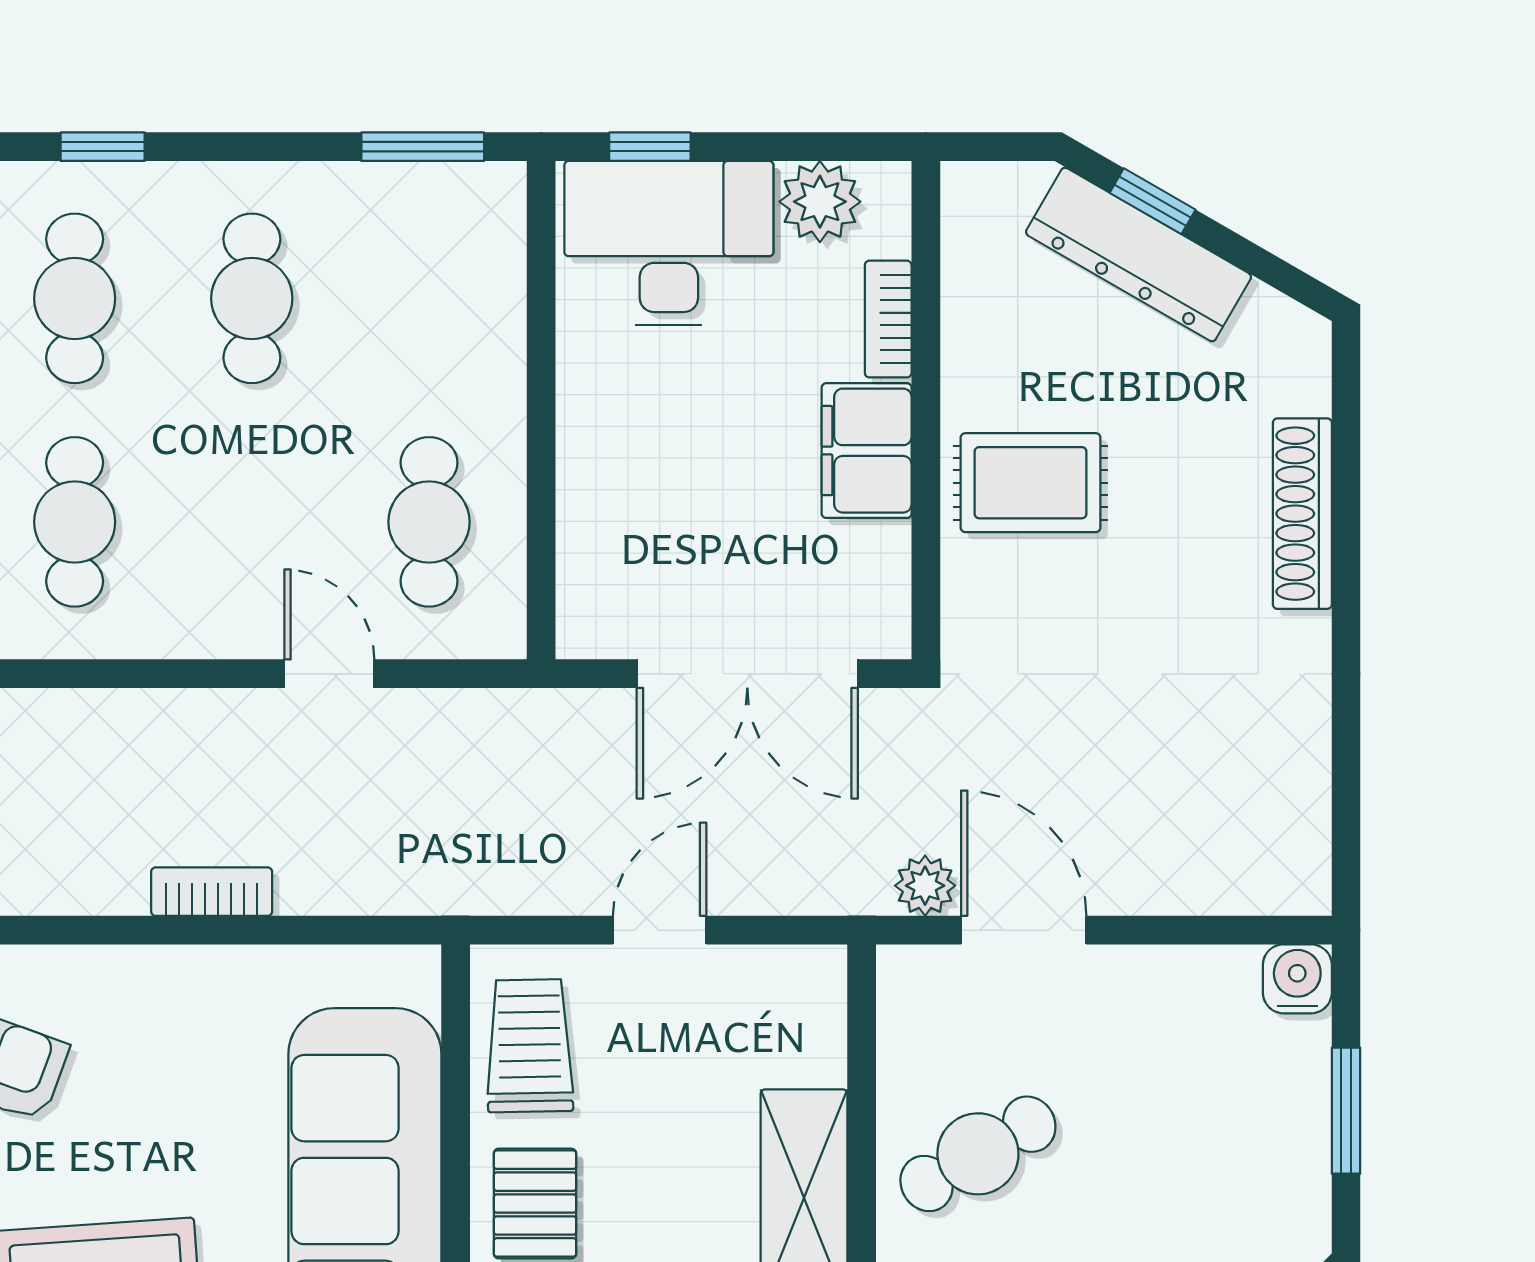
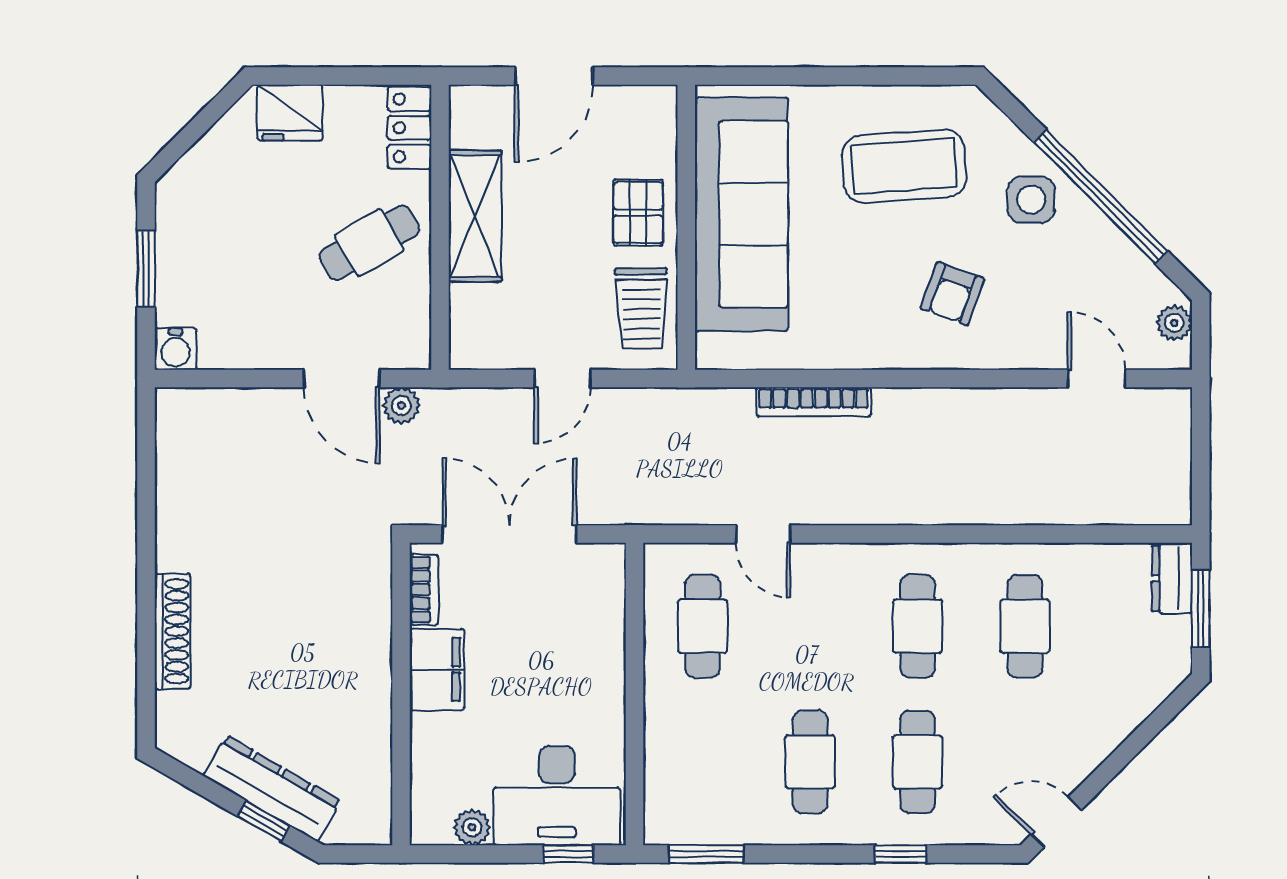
plant: (820, 202) -> (472, 827), width x0.73, depth x0.73
bookcase: (888, 319) -> (424, 590), moved
rug: (1031, 483) -> (337, 650), removed
bookcase: (212, 892) -> (814, 402), width x1.56

